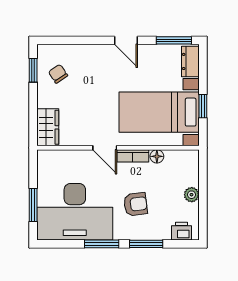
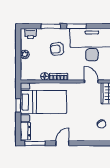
door: (126, 40) -> (62, 143), hinge flipped
door: (105, 148) -> (91, 81), moved

